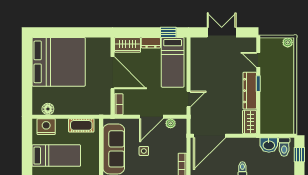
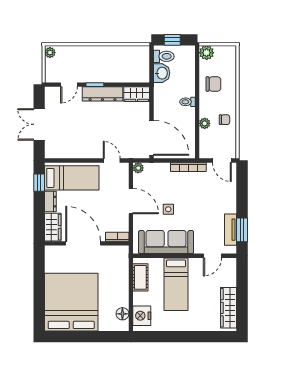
door: (113, 73) -> (83, 243), hinge flipped
plant: (171, 123) -> (138, 168), moved
bed: (56, 156) -> (176, 284), moved, turned 180

